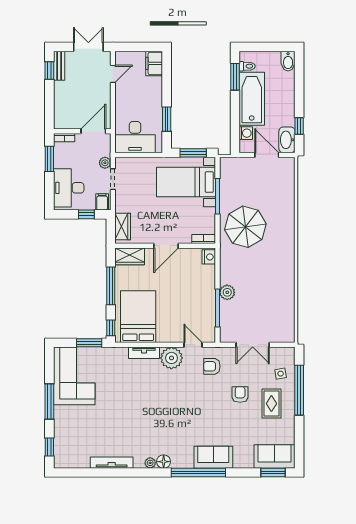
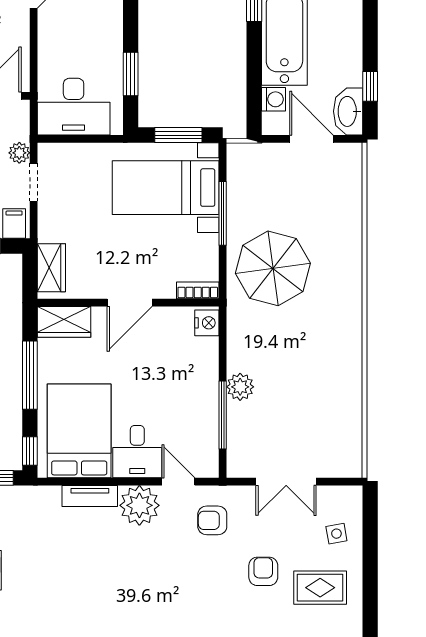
desk: (170, 328) -> (137, 452), added
window: (299, 390) -> (370, 563), removed
rug: (271, 404) -> (320, 588), turned 90

